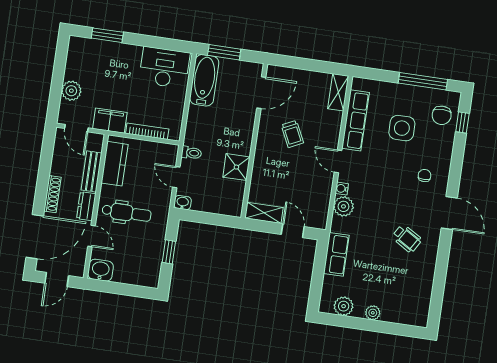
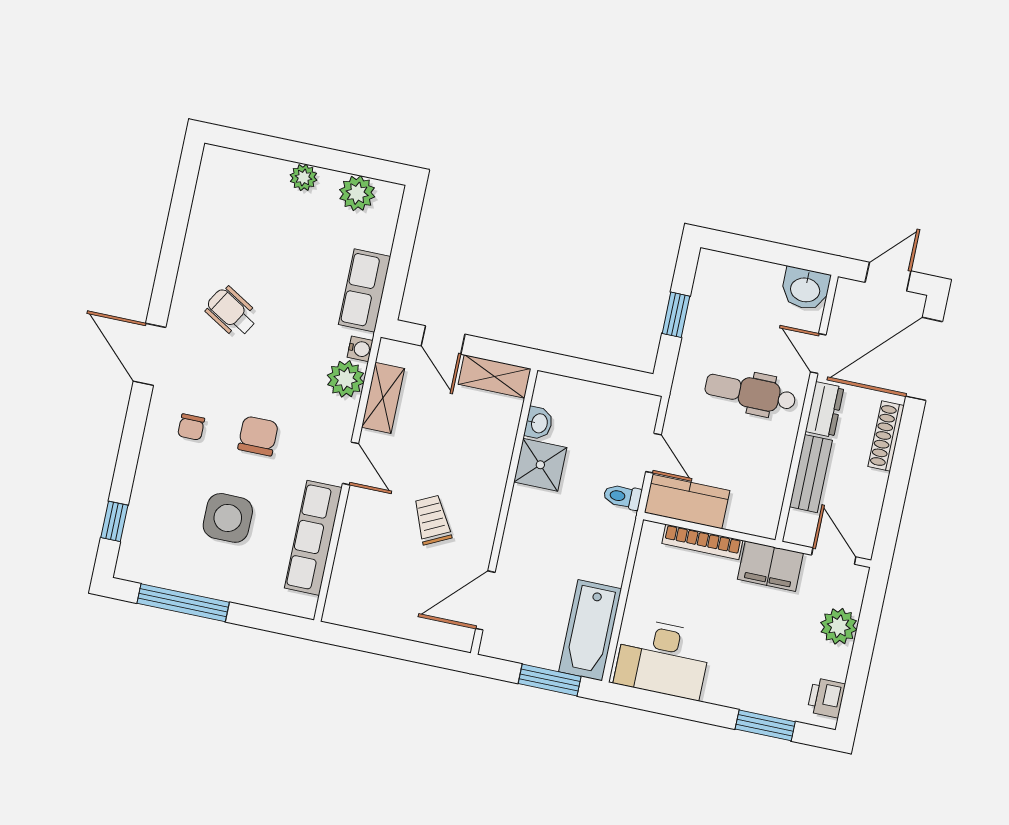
printer: (76, 52) -> (826, 698), added
shelving: (338, 92) -> (383, 398), moved
chair: (442, 115) -> (258, 436), moved
kitchen counter: (115, 164) -> (687, 502), moved, turned 90
water cooler: (342, 189) -> (360, 349), moved
washbasin: (183, 203) -> (539, 423), moved, turned -90

